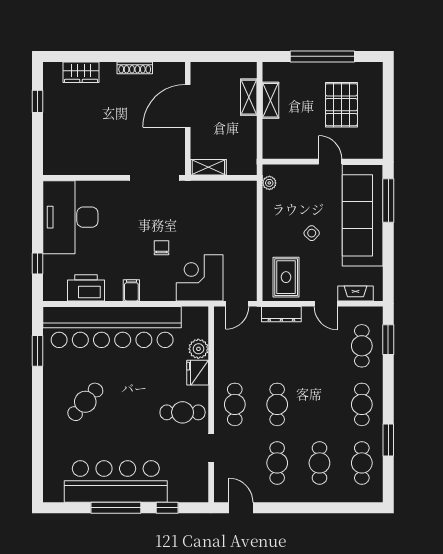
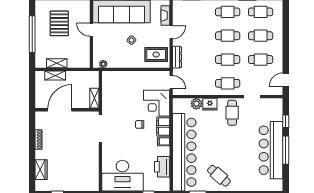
pallet: (341, 105) -> (59, 23), turned 90
door: (188, 106) -> (60, 110), swing flipped
door: (330, 162) -> (91, 30), hinge flipped
filing cabinet: (158, 290) -> (163, 126), added
cafe table: (362, 346) -> (228, 36), moved
cafe table: (85, 402) -> (219, 176), moved

